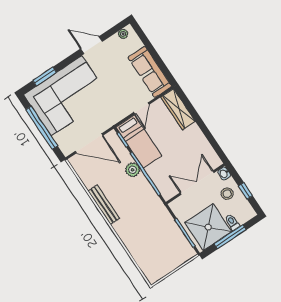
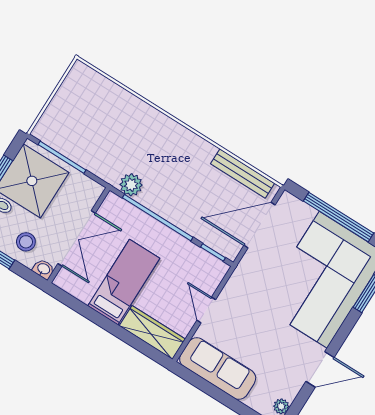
bed: (139, 141) -> (124, 282), moved, turned 90
plant: (133, 170) -> (131, 185), moved
bench: (104, 205) -> (243, 173), moved

